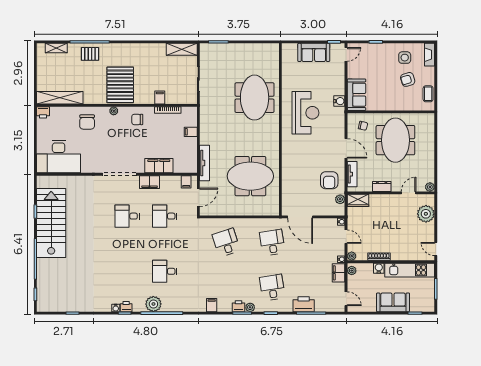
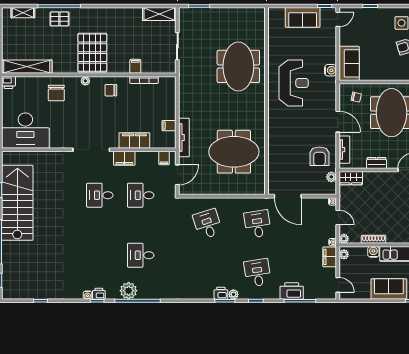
filing cabinet: (191, 132) -> (169, 126), moved
filing cabinet: (212, 305) -> (192, 292), removed

